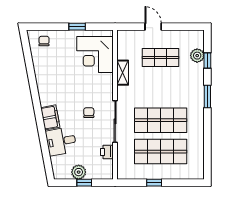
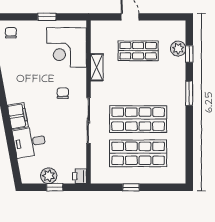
chair: (89, 113) -> (63, 93), moved
printer: (107, 152) -> (79, 176), moved

